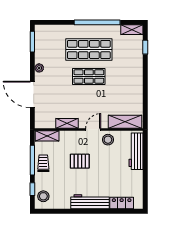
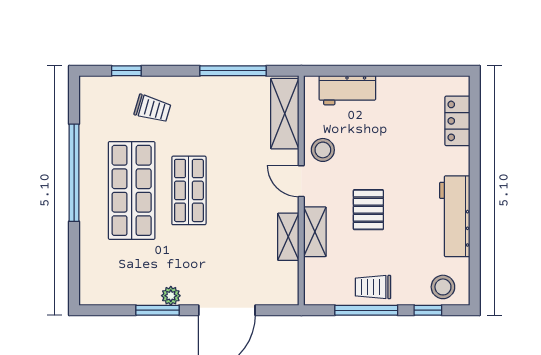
shelving: (132, 30) -> (89, 99), removed
window: (32, 42) -> (158, 310), moved
trolley: (127, 59) -> (152, 109), added
window: (145, 97) -> (233, 71), added
shelving: (47, 136) -> (315, 232), moved
workbench: (136, 151) -> (347, 90), width x0.73
workbench: (90, 202) -> (455, 216), moved

